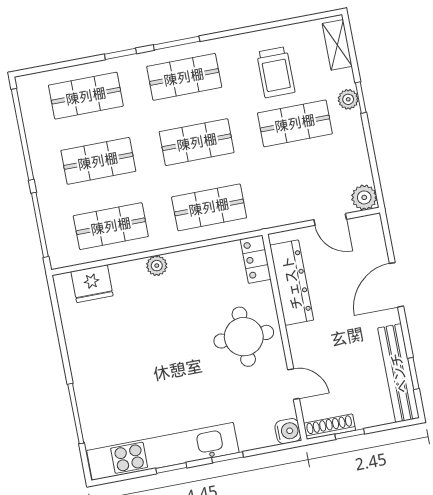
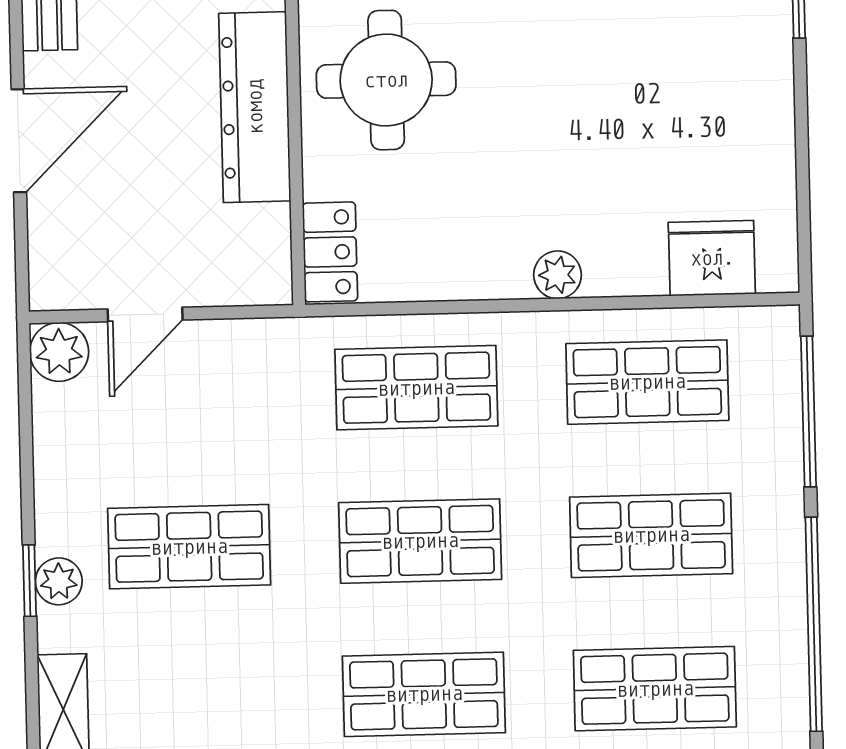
trolley: (276, 72) -> (214, 671), removed
door: (330, 219) -> (145, 315), swing flipped
dresser: (292, 283) -> (255, 107), moved

